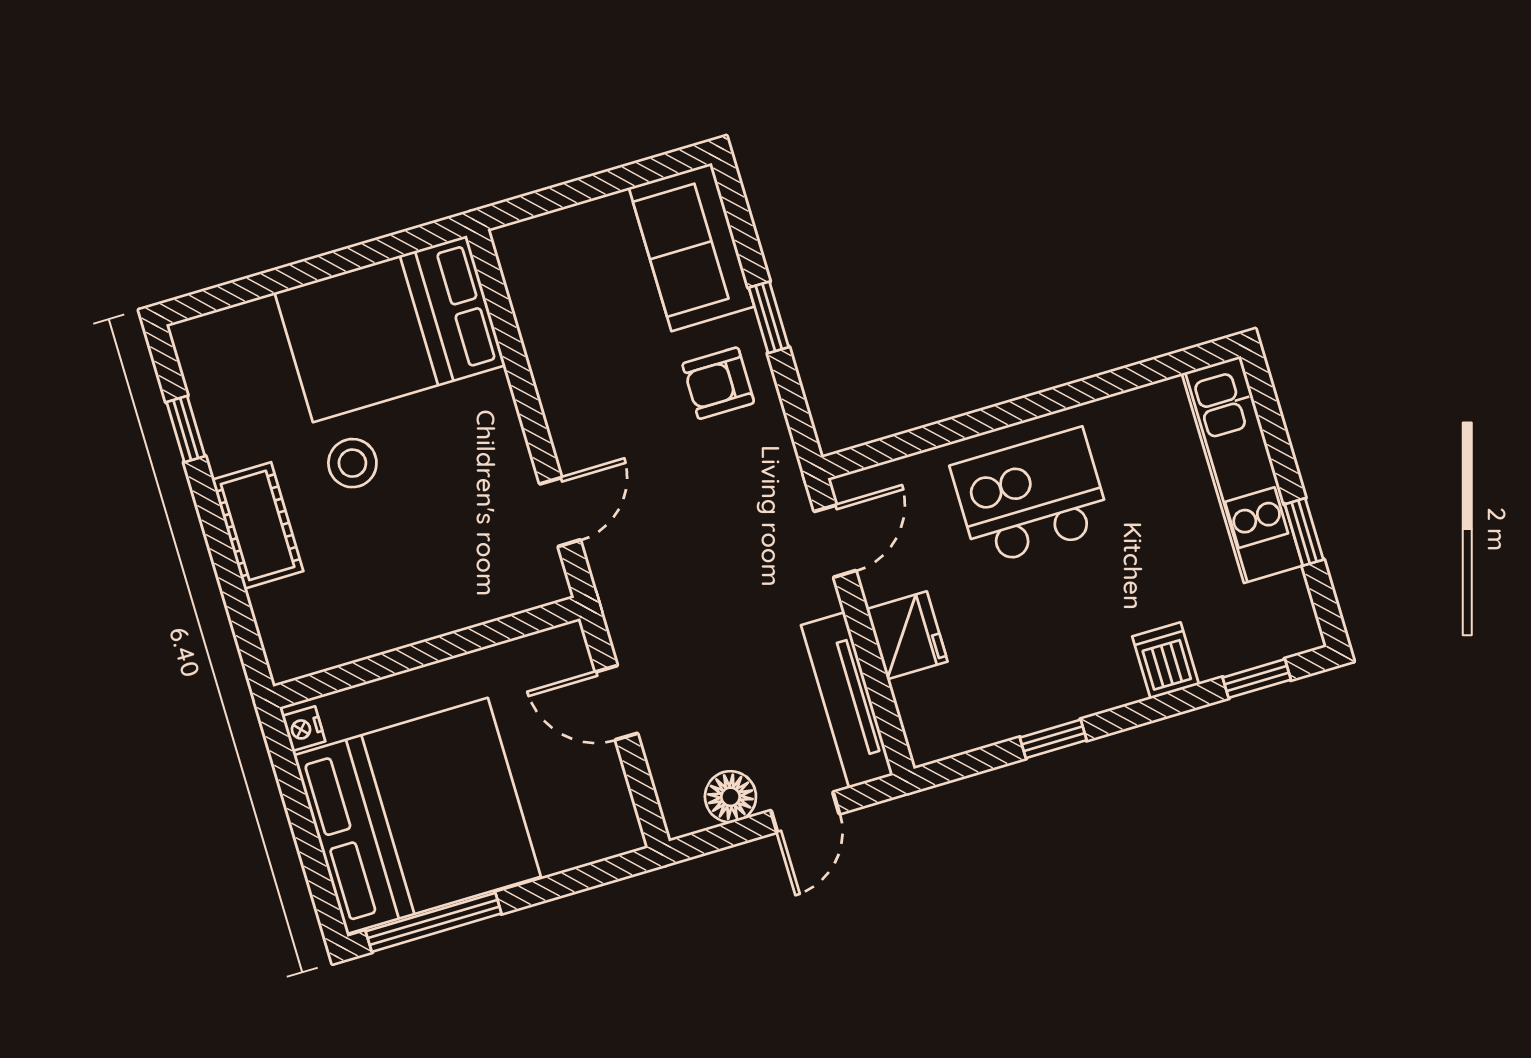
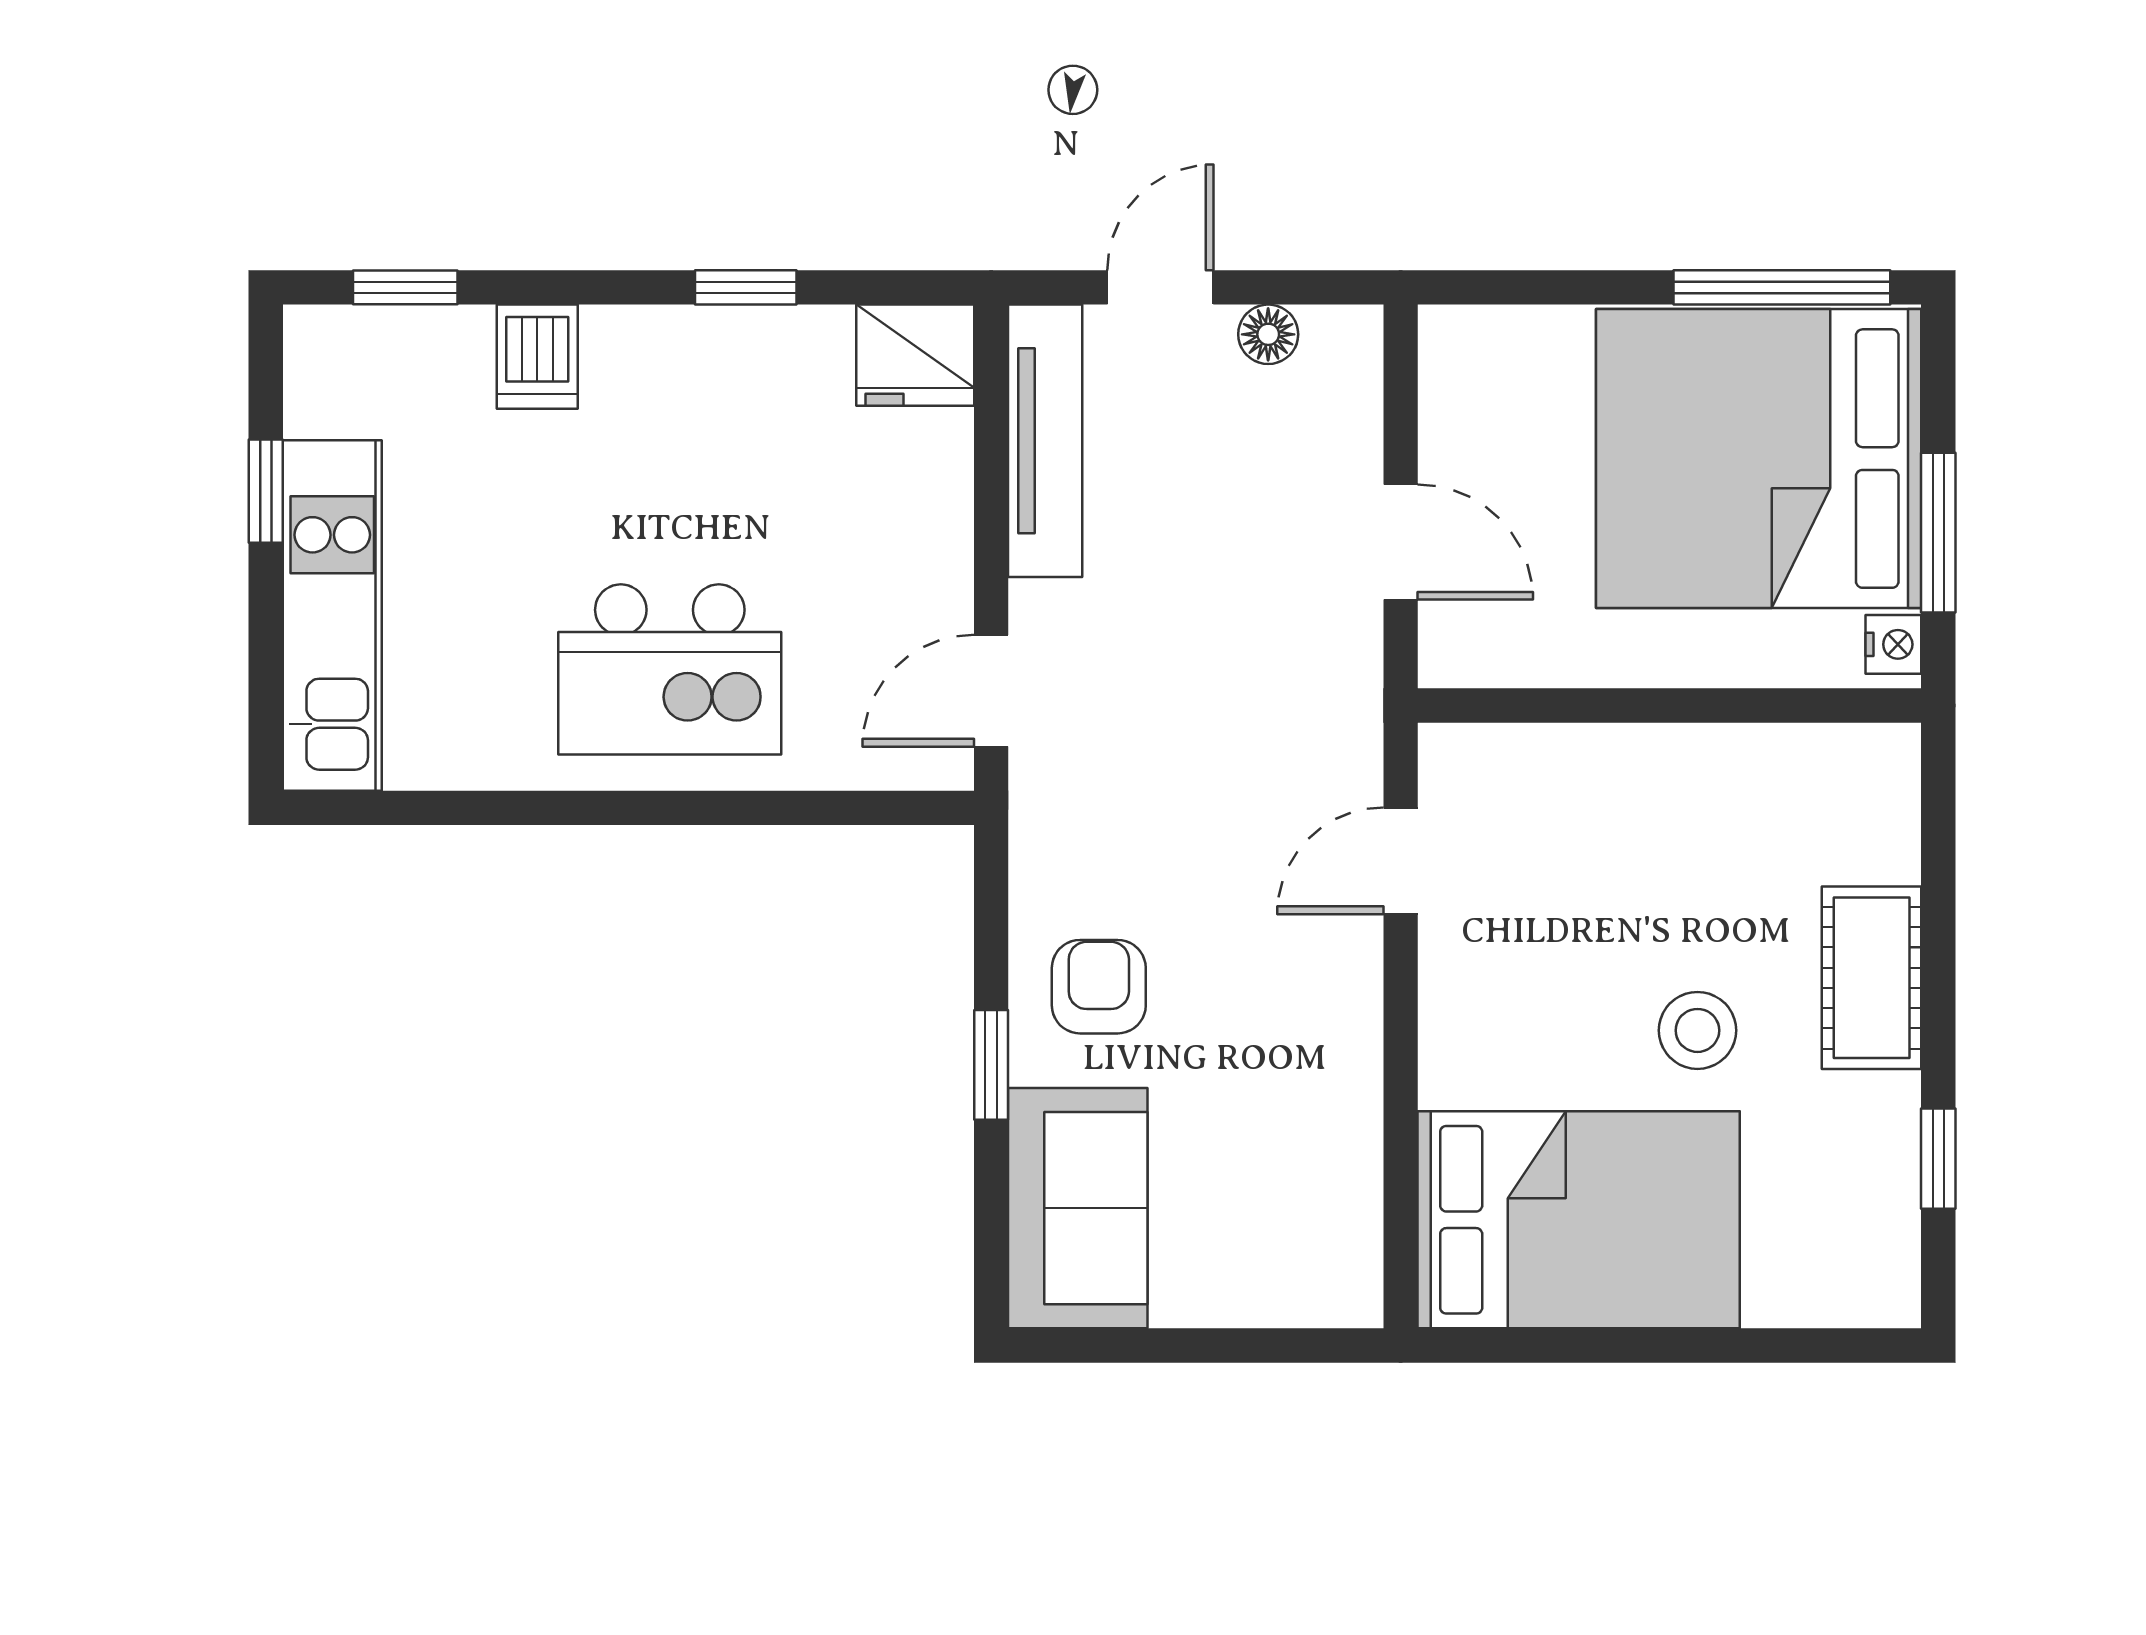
armchair: (718, 383) -> (1099, 987), turned -90
fridge: (907, 635) -> (915, 355), moved, turned -90
floor lamp: (730, 797) -> (1268, 334), width x0.73, depth x0.73
window: (297, 803) -> (1938, 533), added

